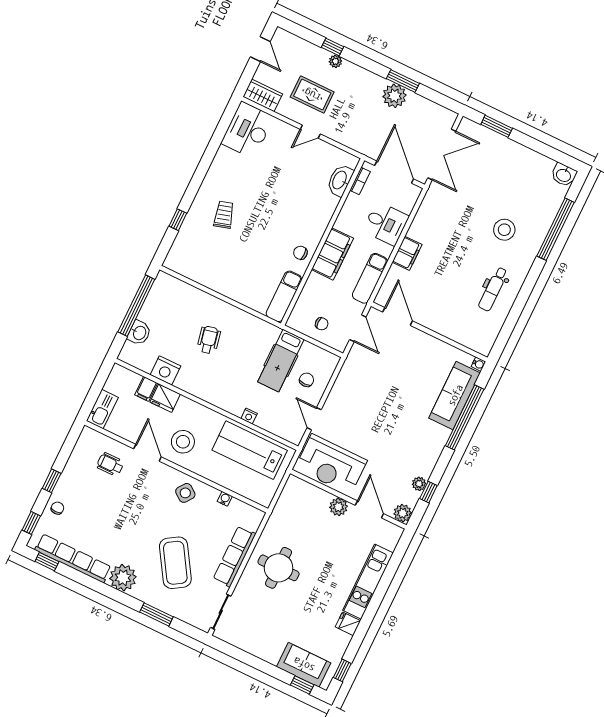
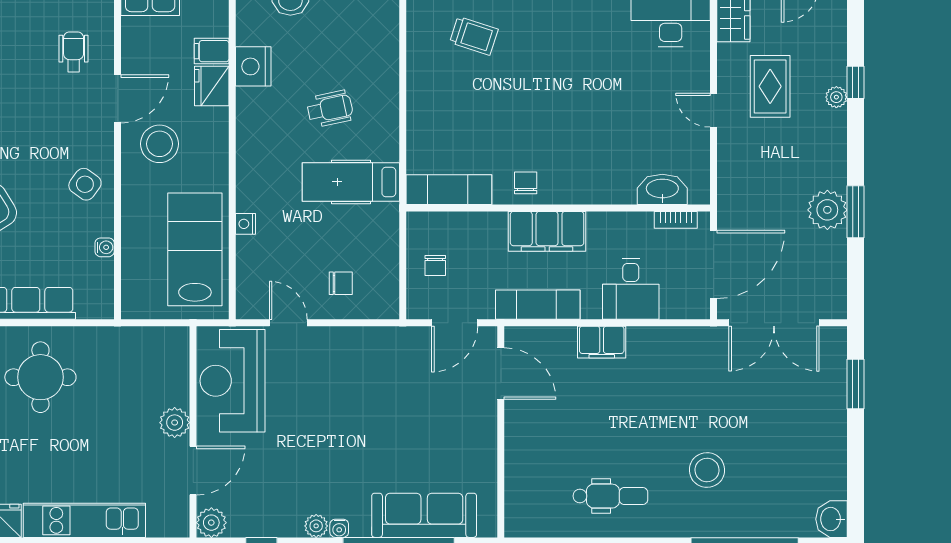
trolley: (224, 215) -> (474, 36), moved, turned 34
dental chair: (493, 289) -> (610, 496), turned 180
door: (398, 317) -> (501, 374), hinge flipped
hospital bed: (281, 361) -> (351, 182), moved
water cooler: (478, 364) -> (339, 528), moved
door: (314, 419) -> (288, 323), hinge flipped
plant: (419, 484) -> (316, 526), moved

